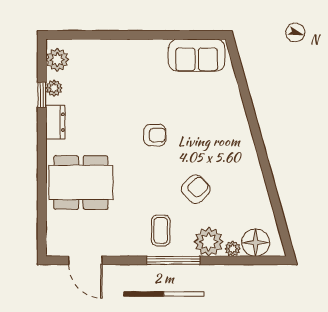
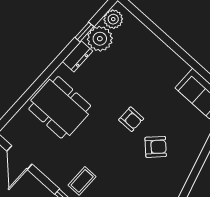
plant: (54, 88) -> (100, 39), width x1.87, depth x1.87
armchair: (196, 189) -> (156, 147), moved

